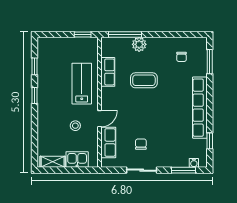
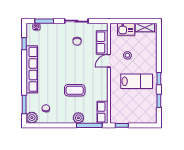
plant: (200, 45) -> (32, 118), added
row of seats: (108, 72) -> (102, 112), moved
lab bench: (82, 84) -> (137, 81), moved, turned -90

